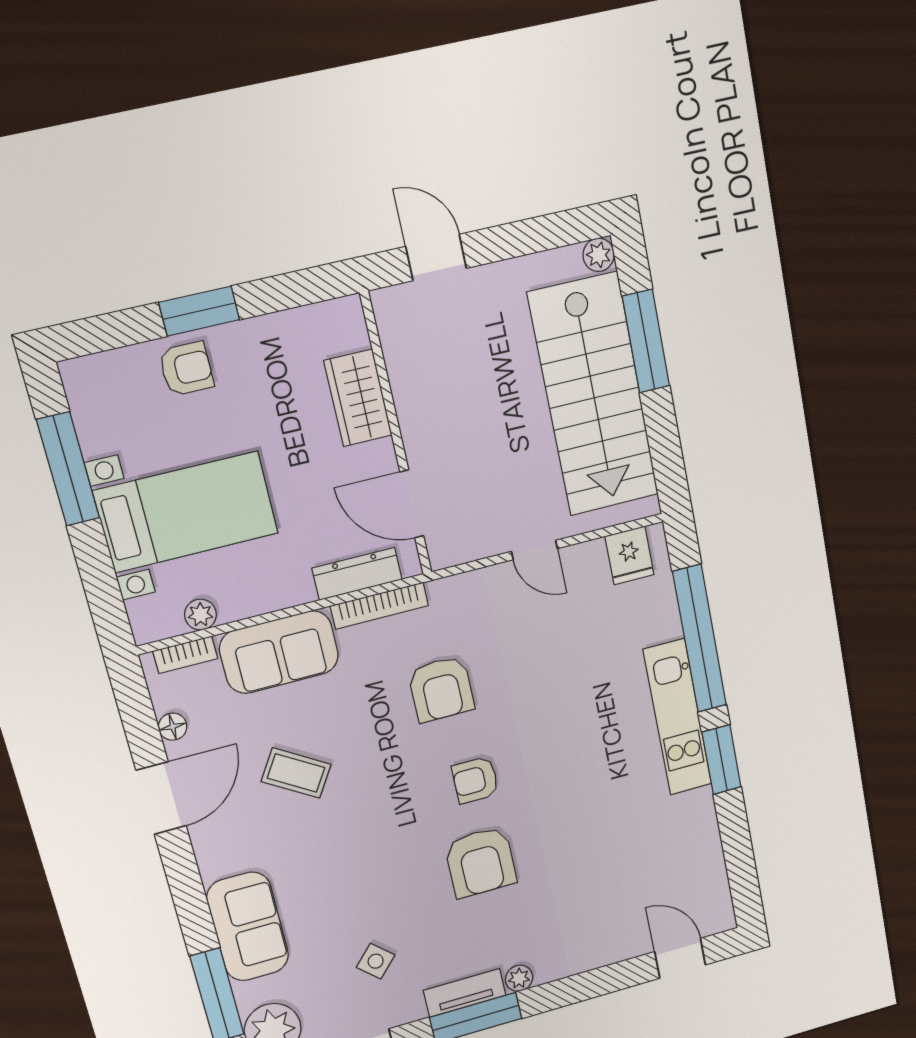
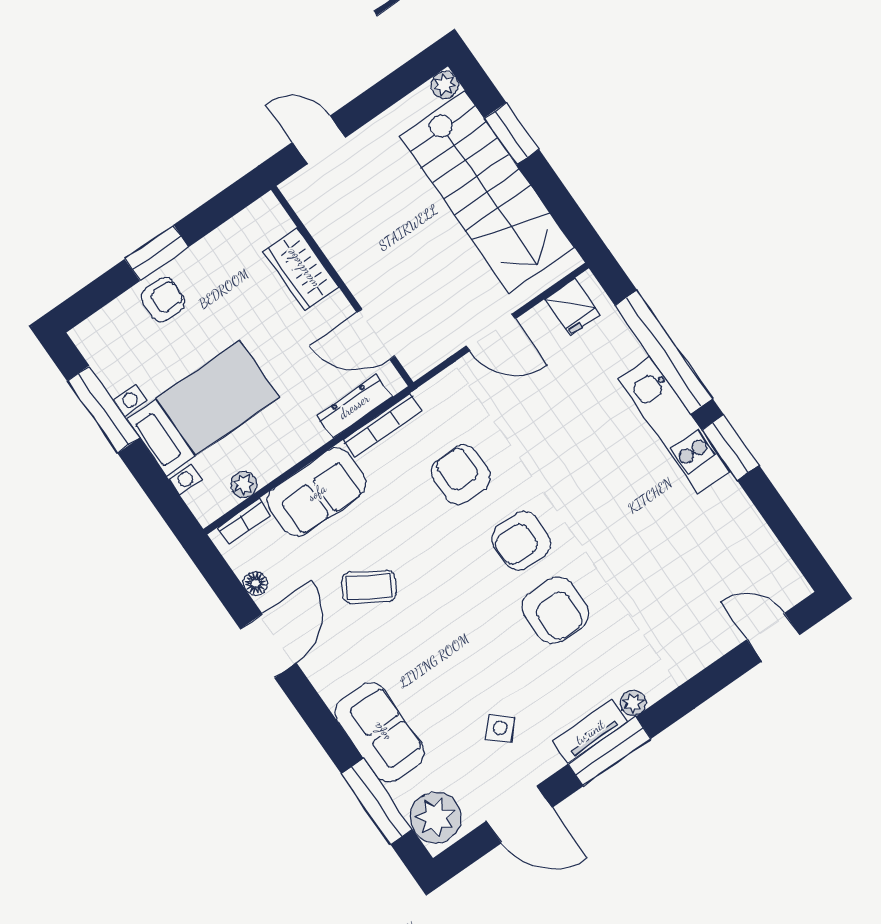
window: (646, 341) -> (511, 134), width x0.69
door: (535, 550) -> (491, 332), width x1.38
armchair: (441, 689) -> (461, 474), turned 180
armchair: (475, 780) -> (521, 541), width x1.38, depth x1.38

